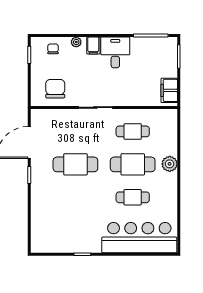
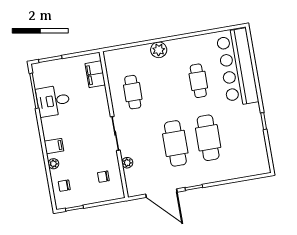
desk: (115, 52) -> (53, 101), moved
chair: (55, 89) -> (103, 177), width x0.54, depth x0.54
filing cabinet: (169, 90) -> (95, 74), moved, turned 90
plant: (65, 114) -> (127, 163), added
cafe table: (133, 164) -> (208, 138), moved

